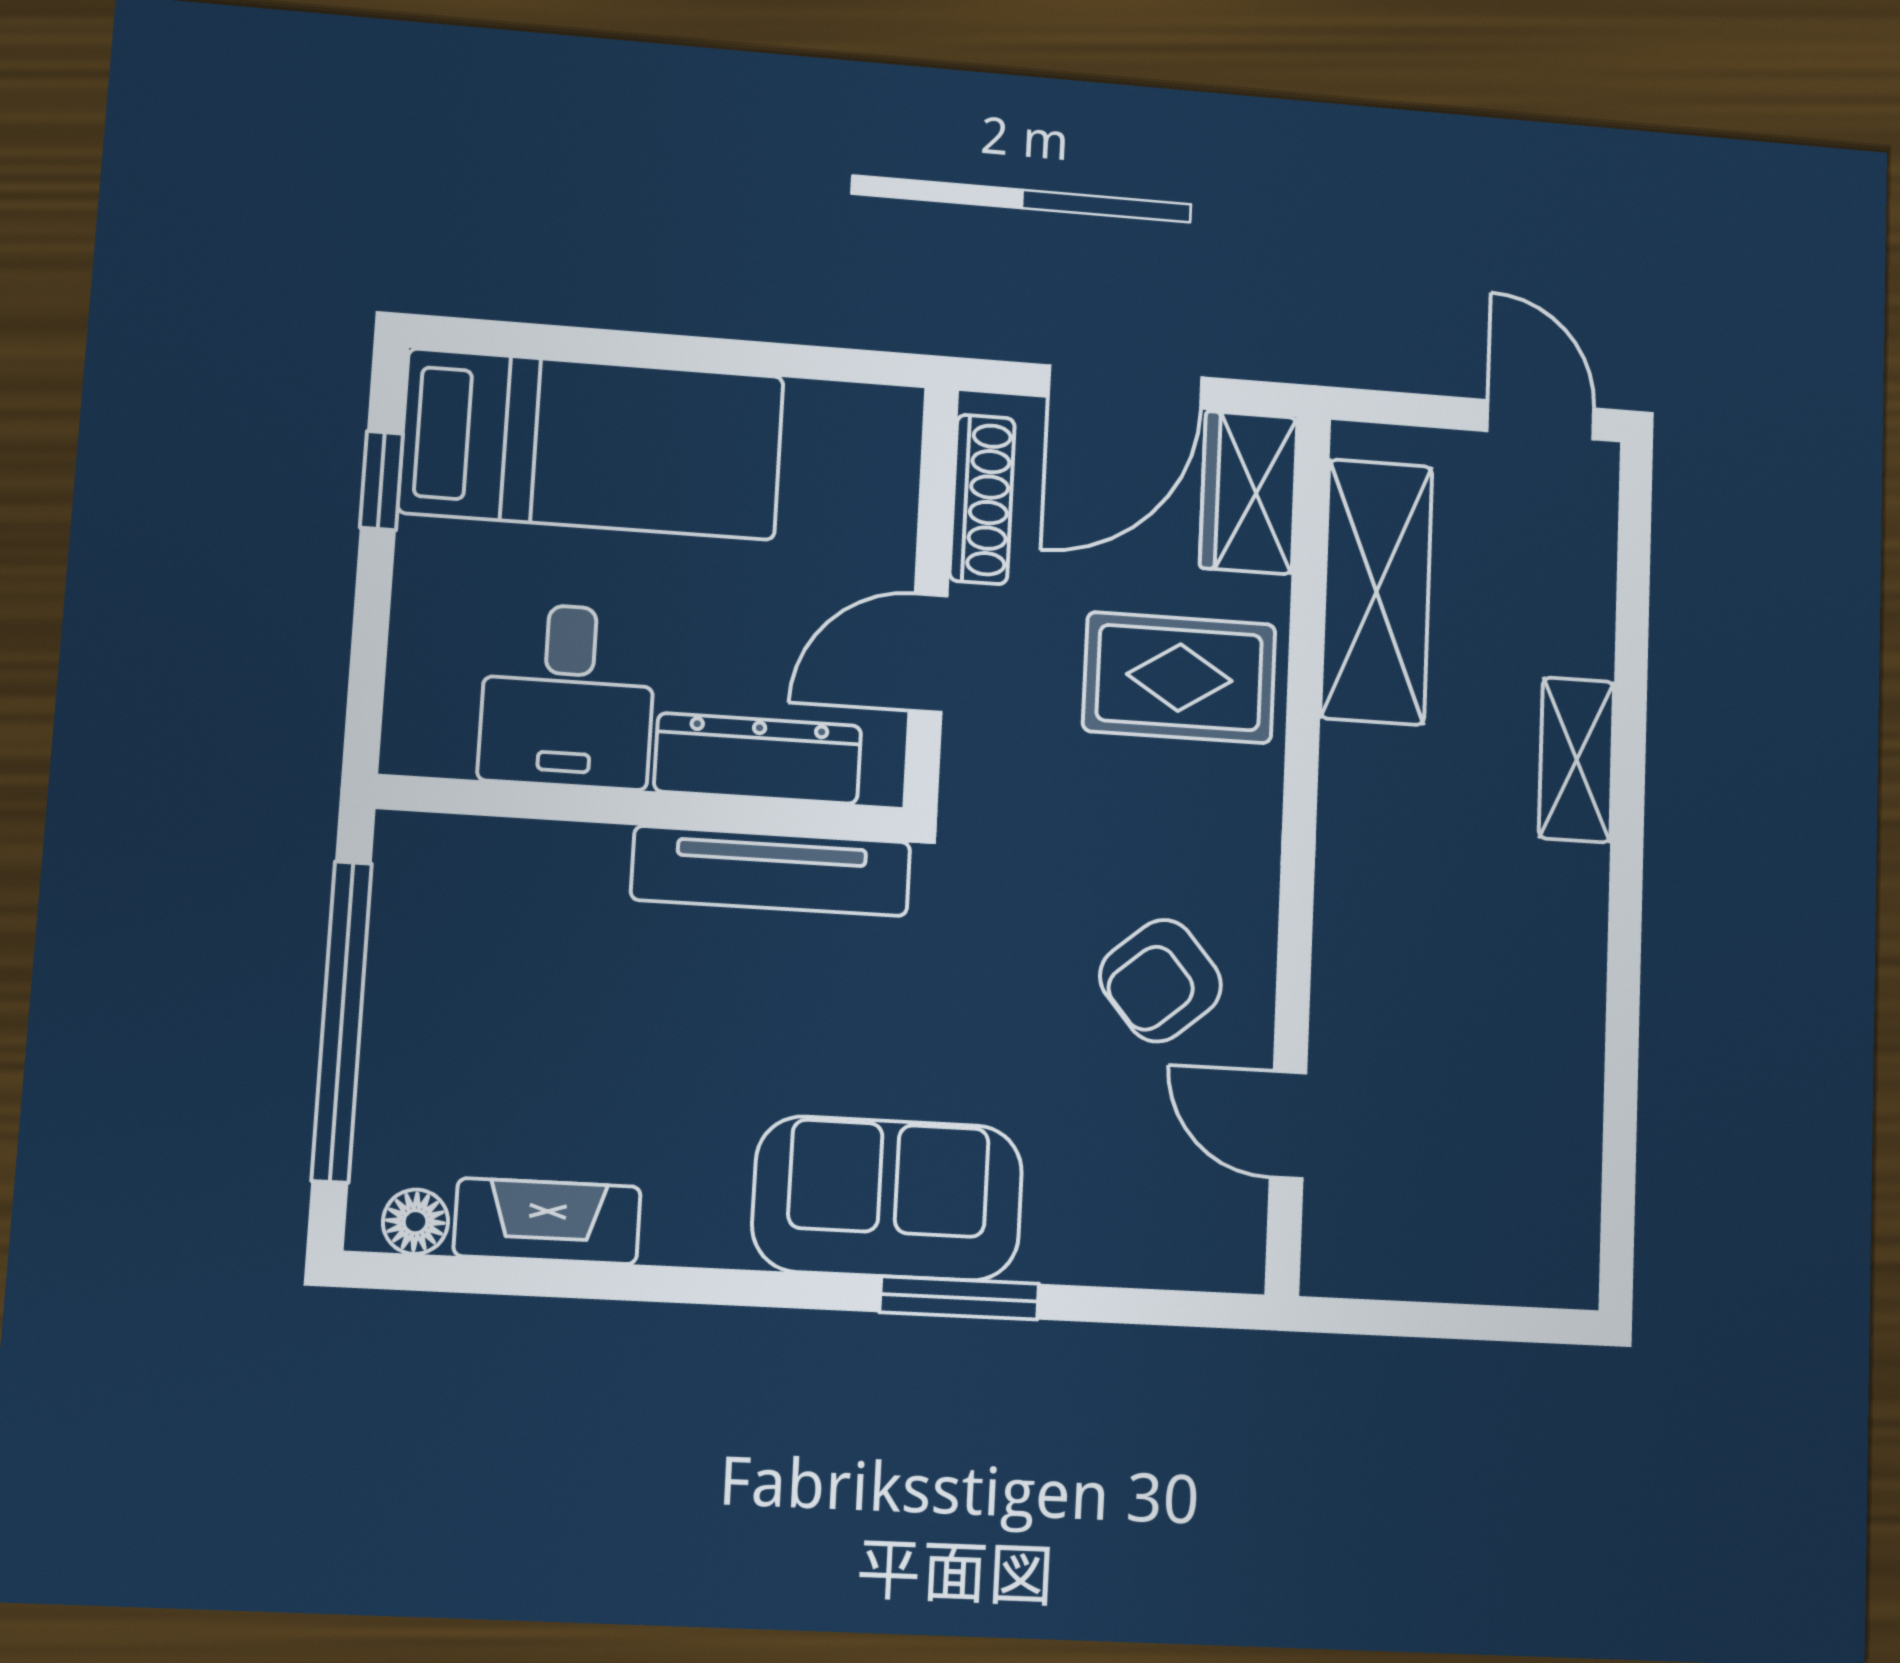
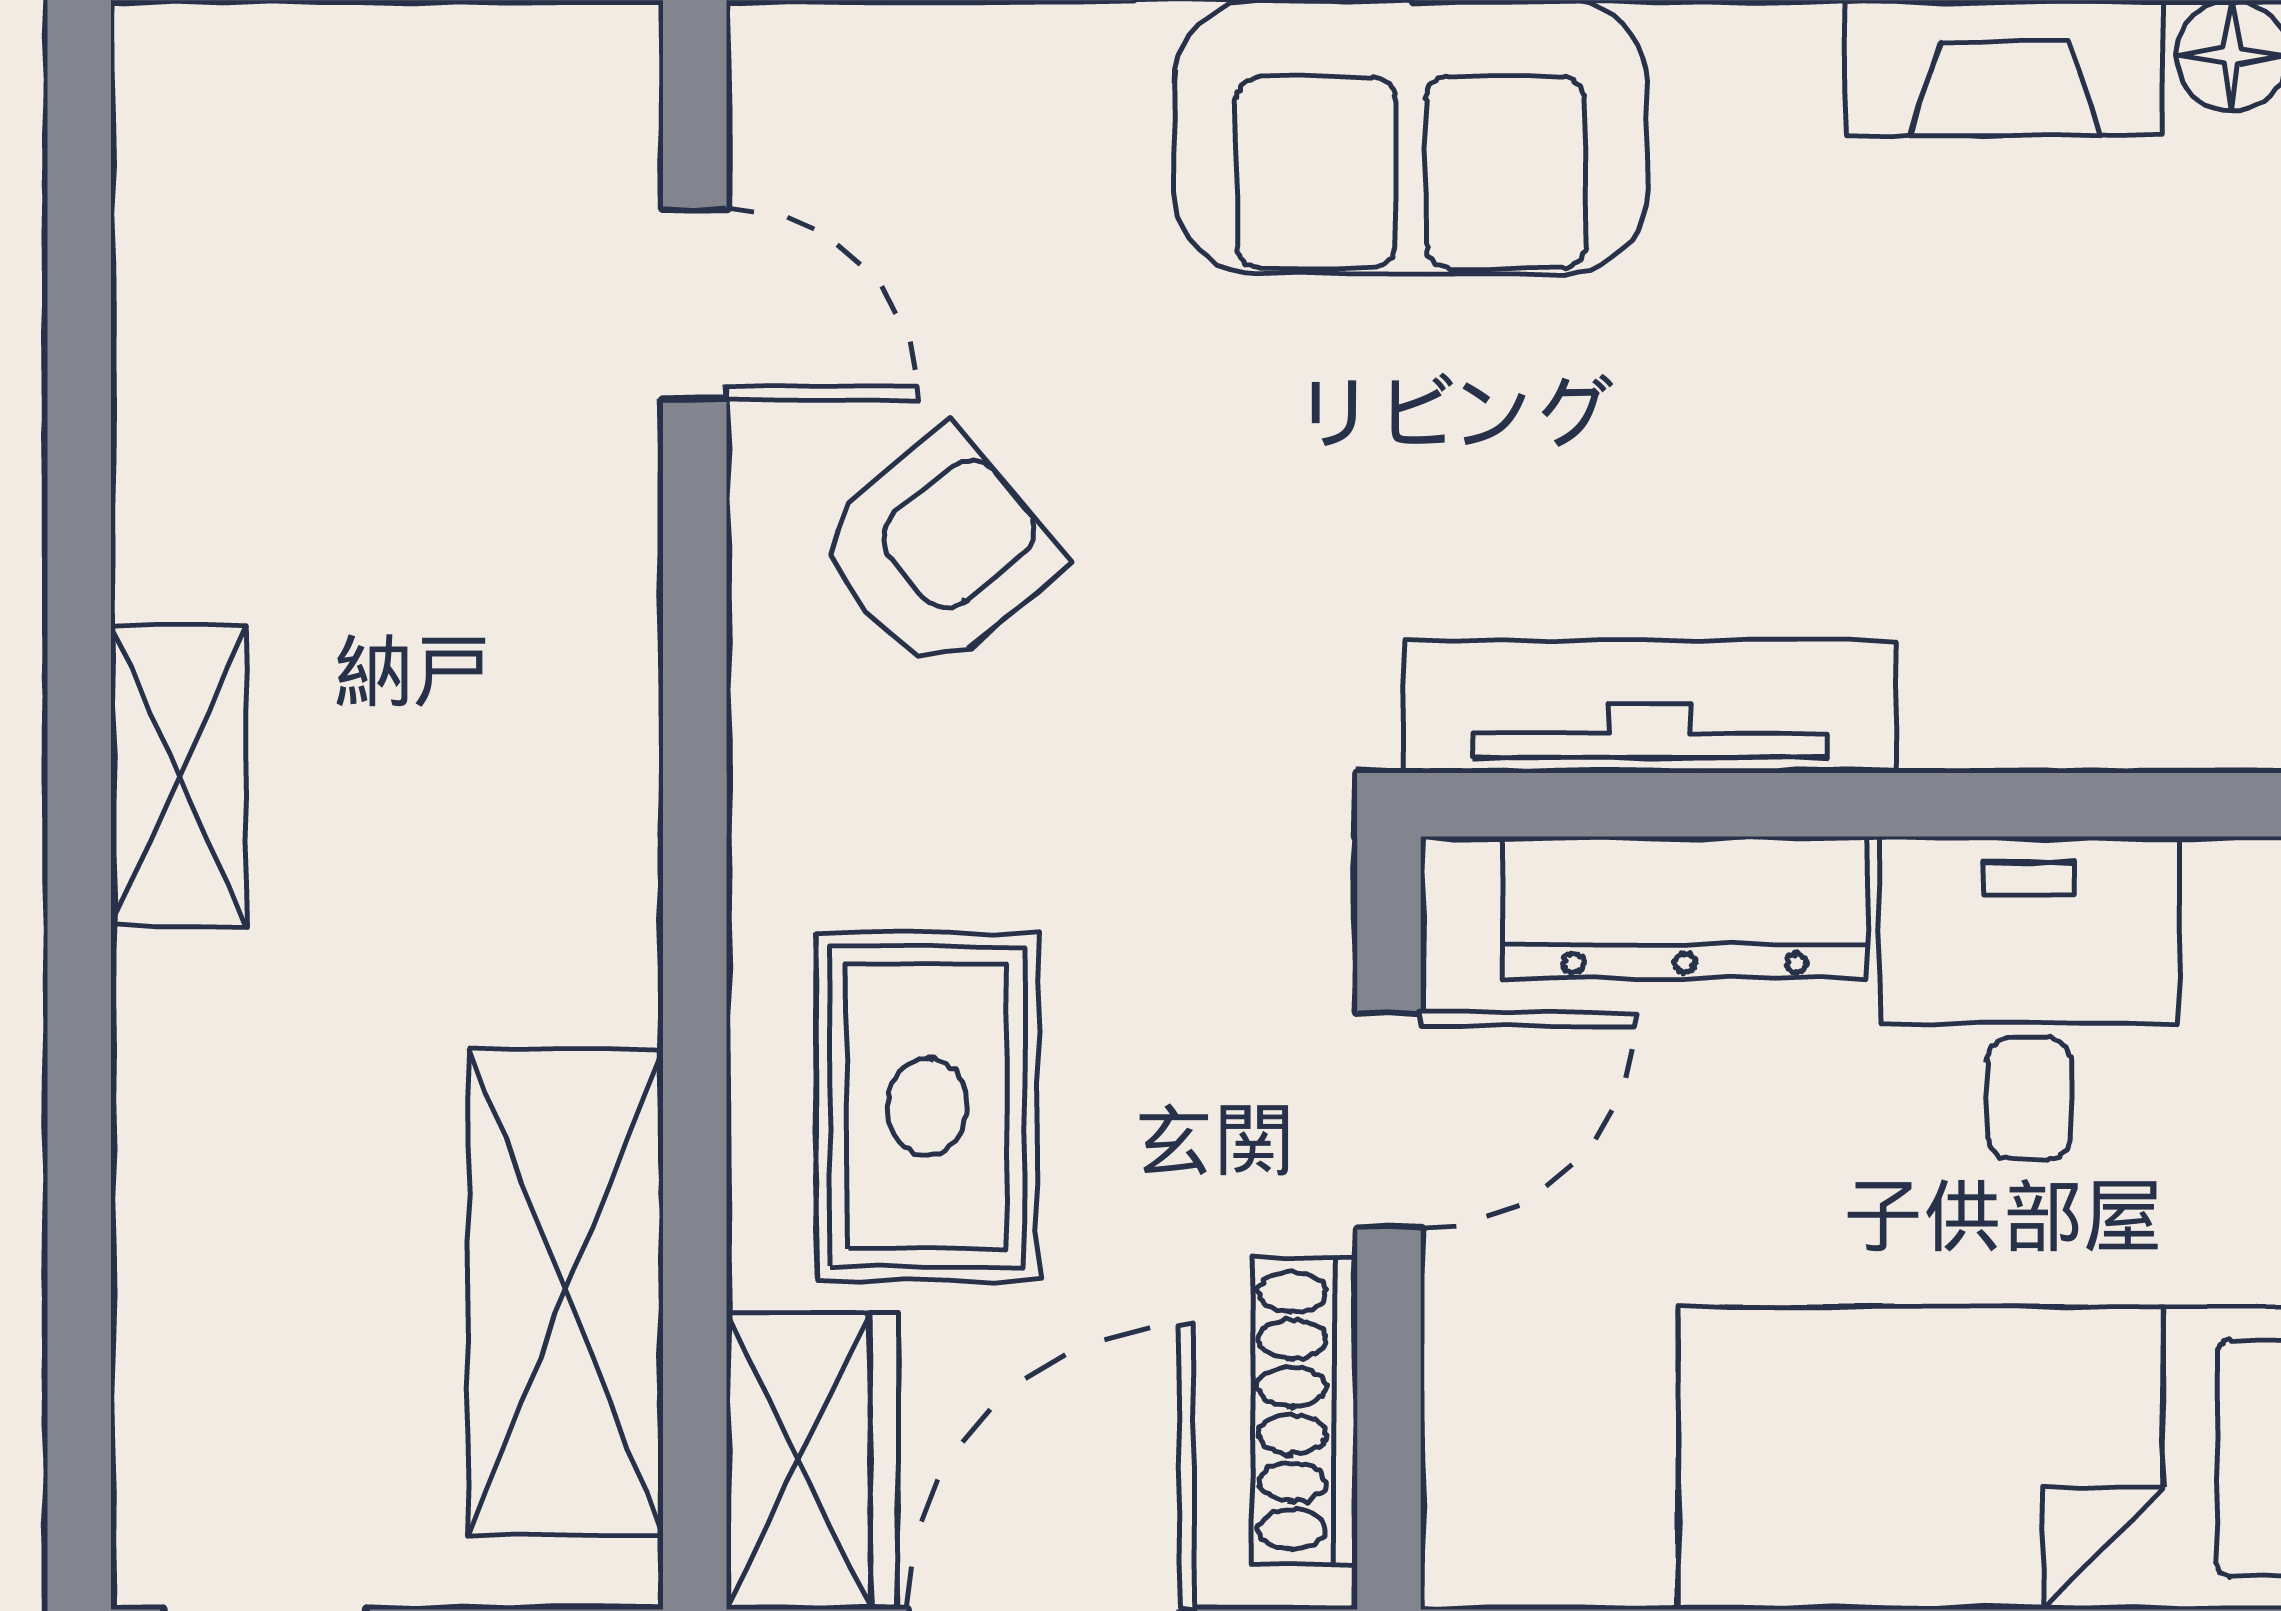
rug: (1179, 678) -> (927, 1107), turned 90
shelving: (1577, 760) -> (179, 776), moved

